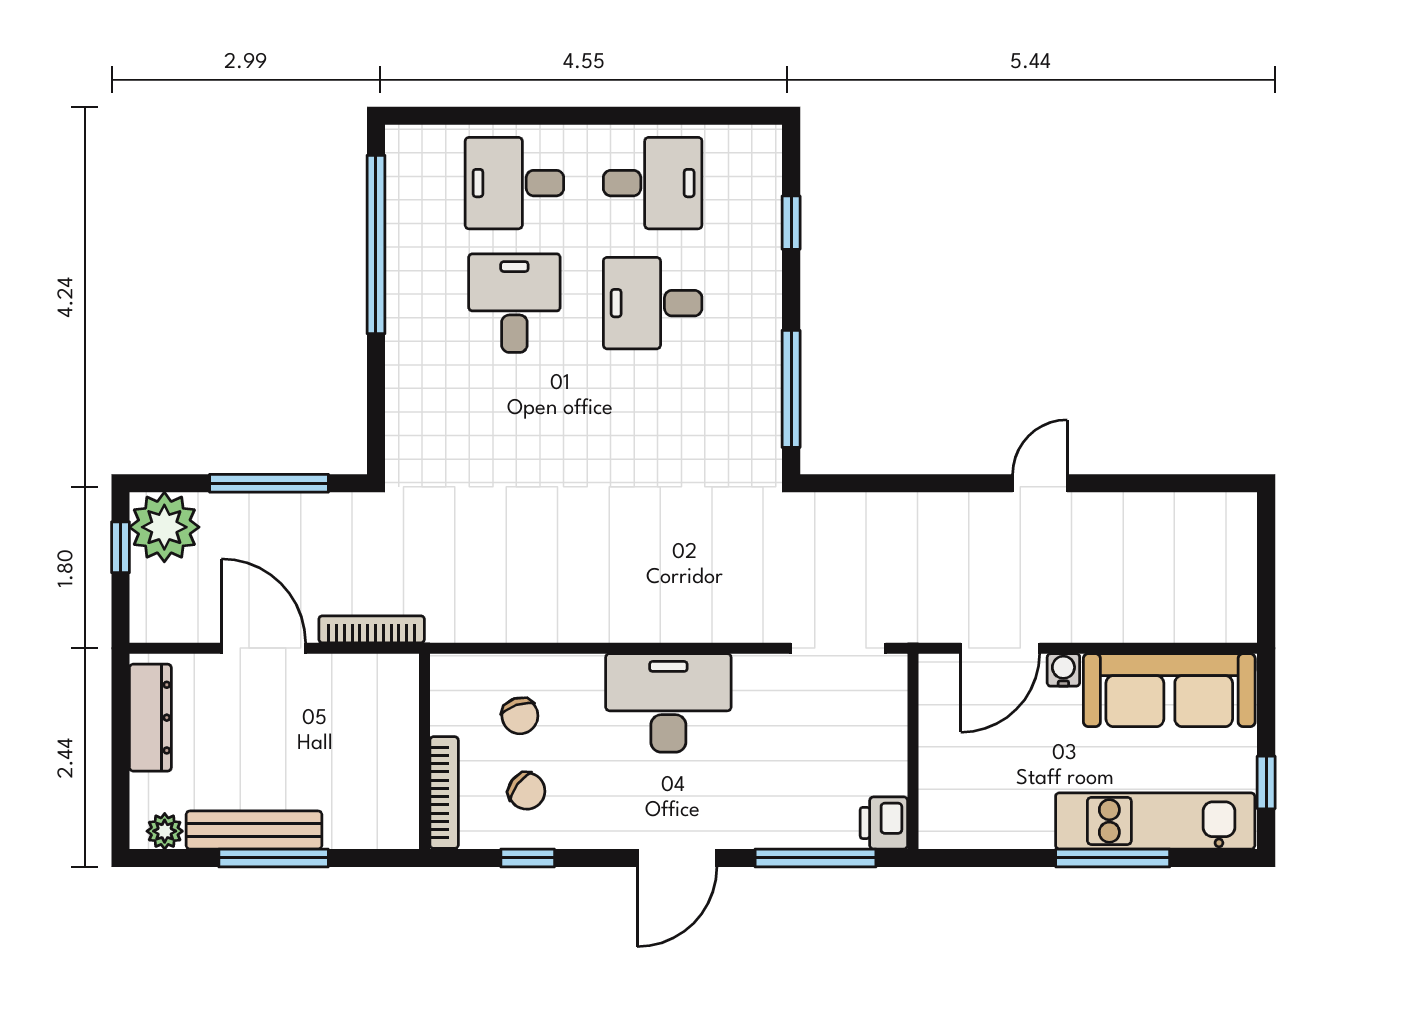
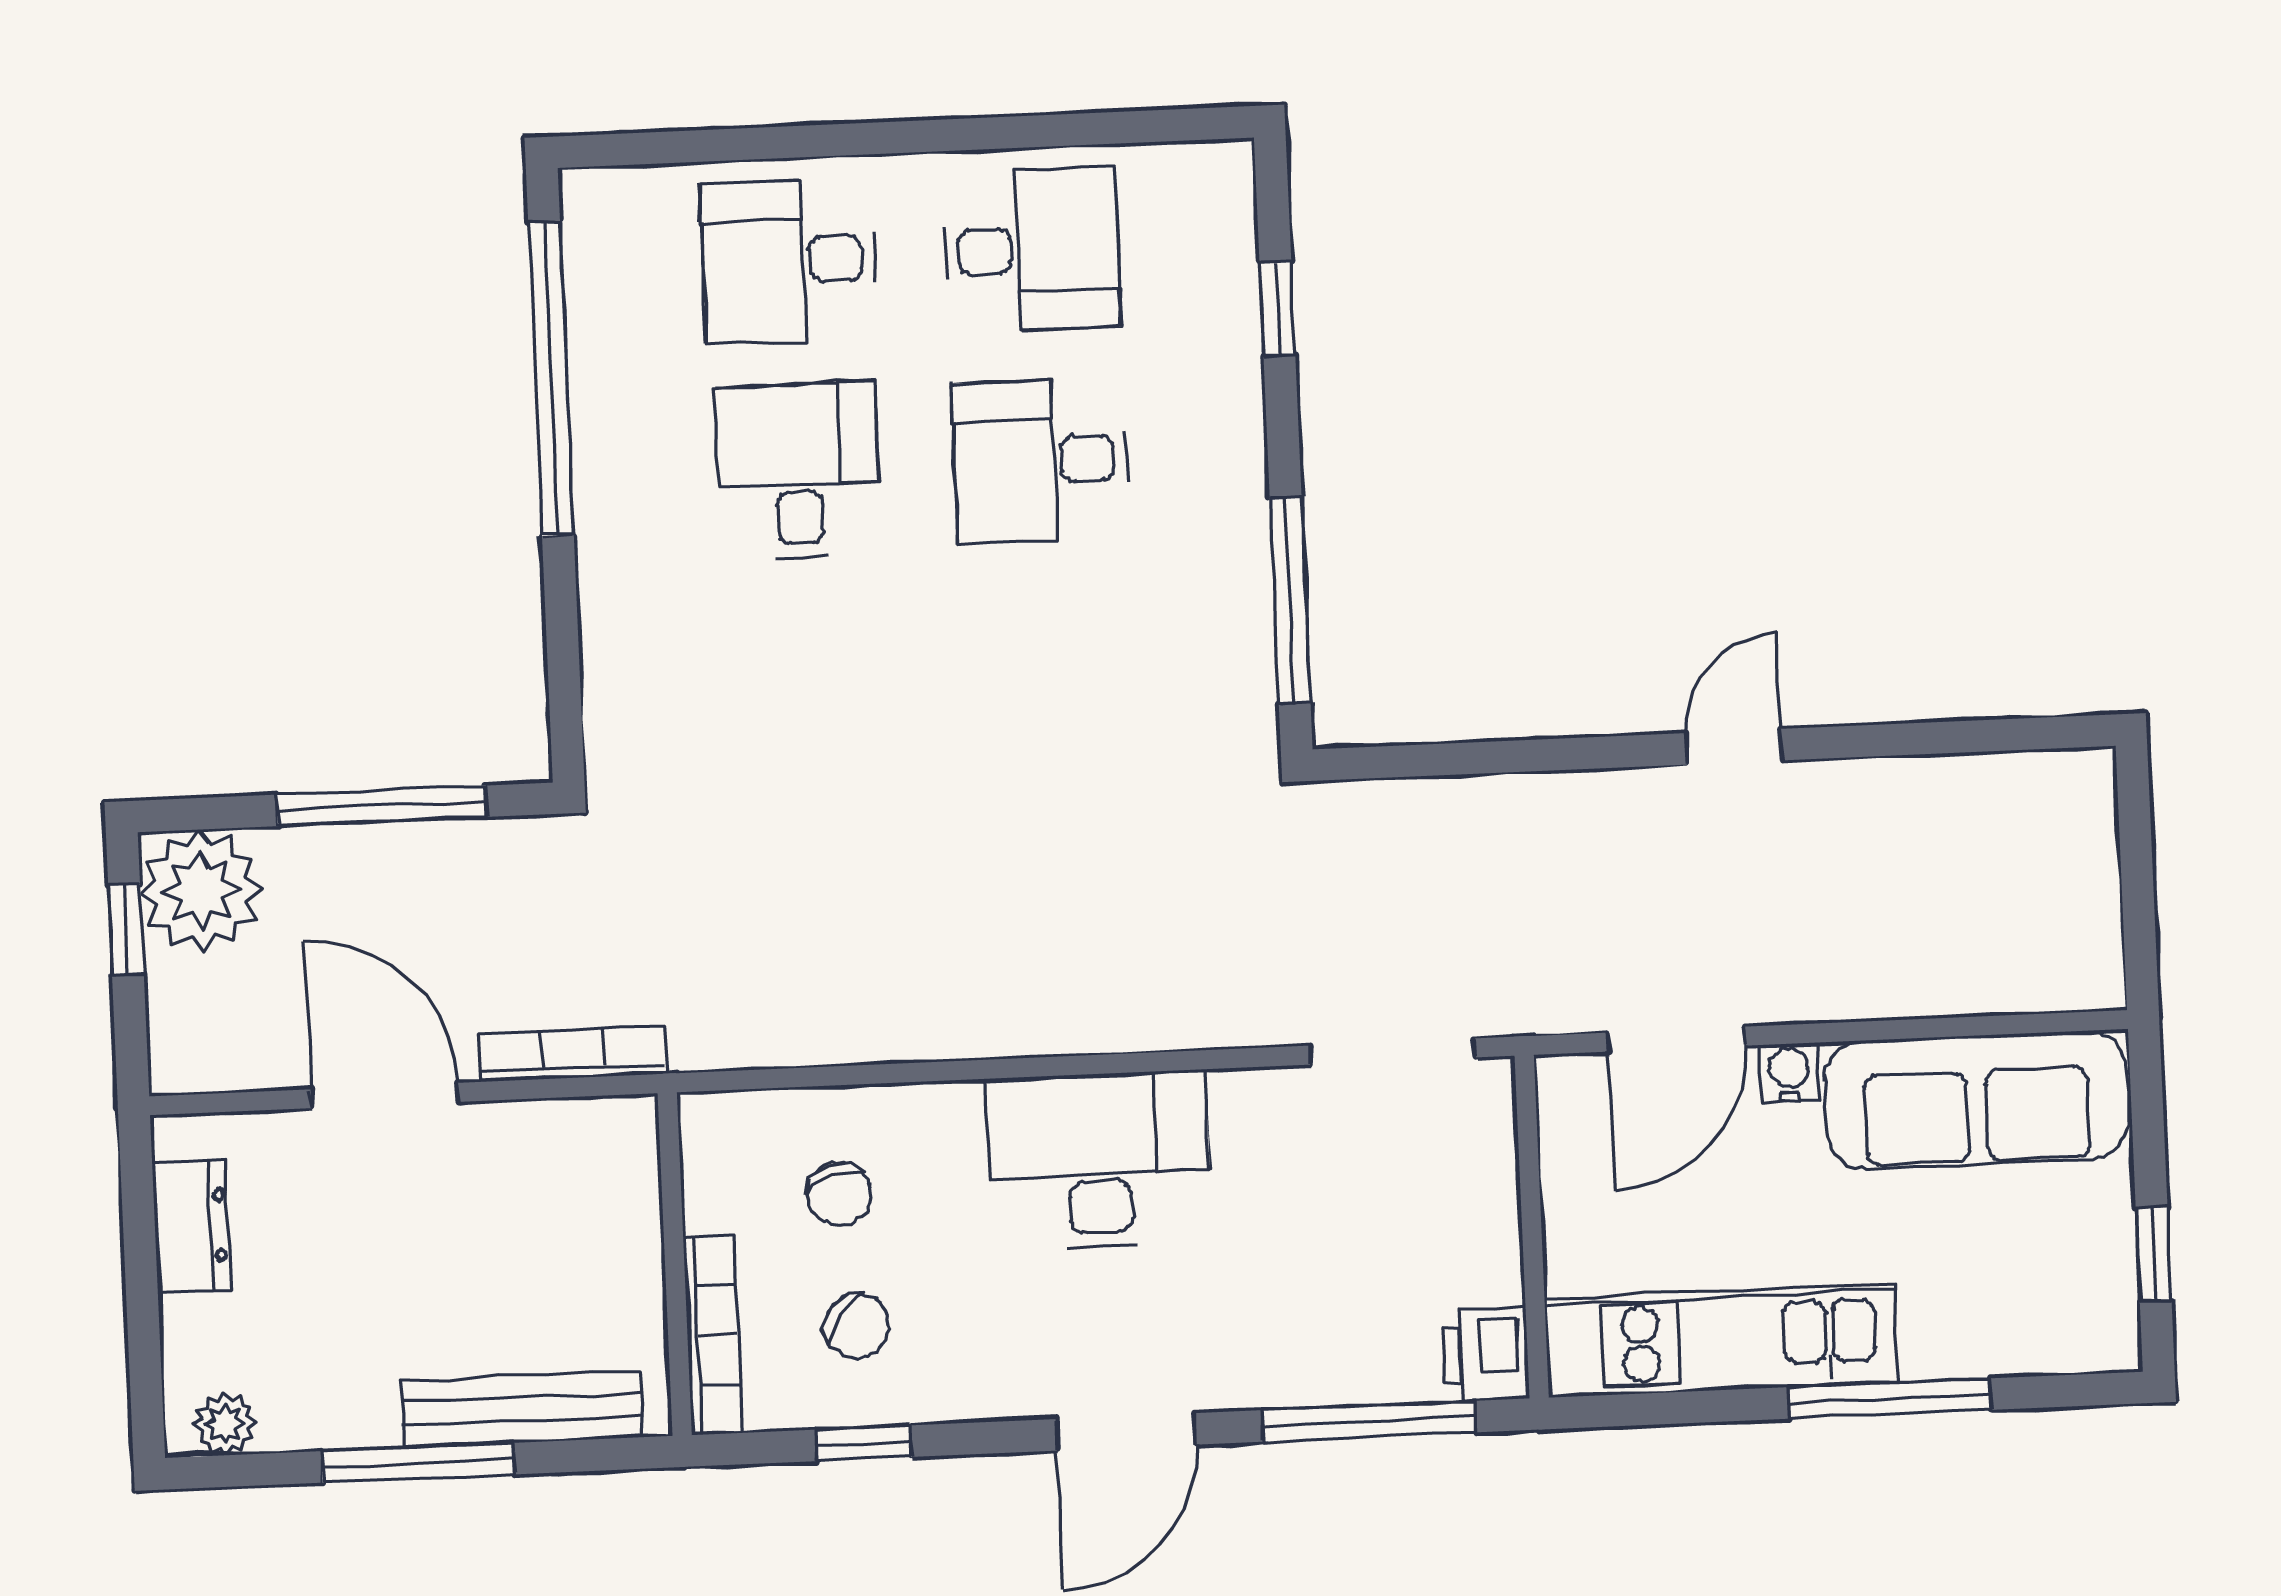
dresser: (150, 718) -> (192, 1226), width x0.70
kitchen unit: (1155, 821) -> (1721, 1341), moved
bench: (254, 830) -> (522, 1409), moved

